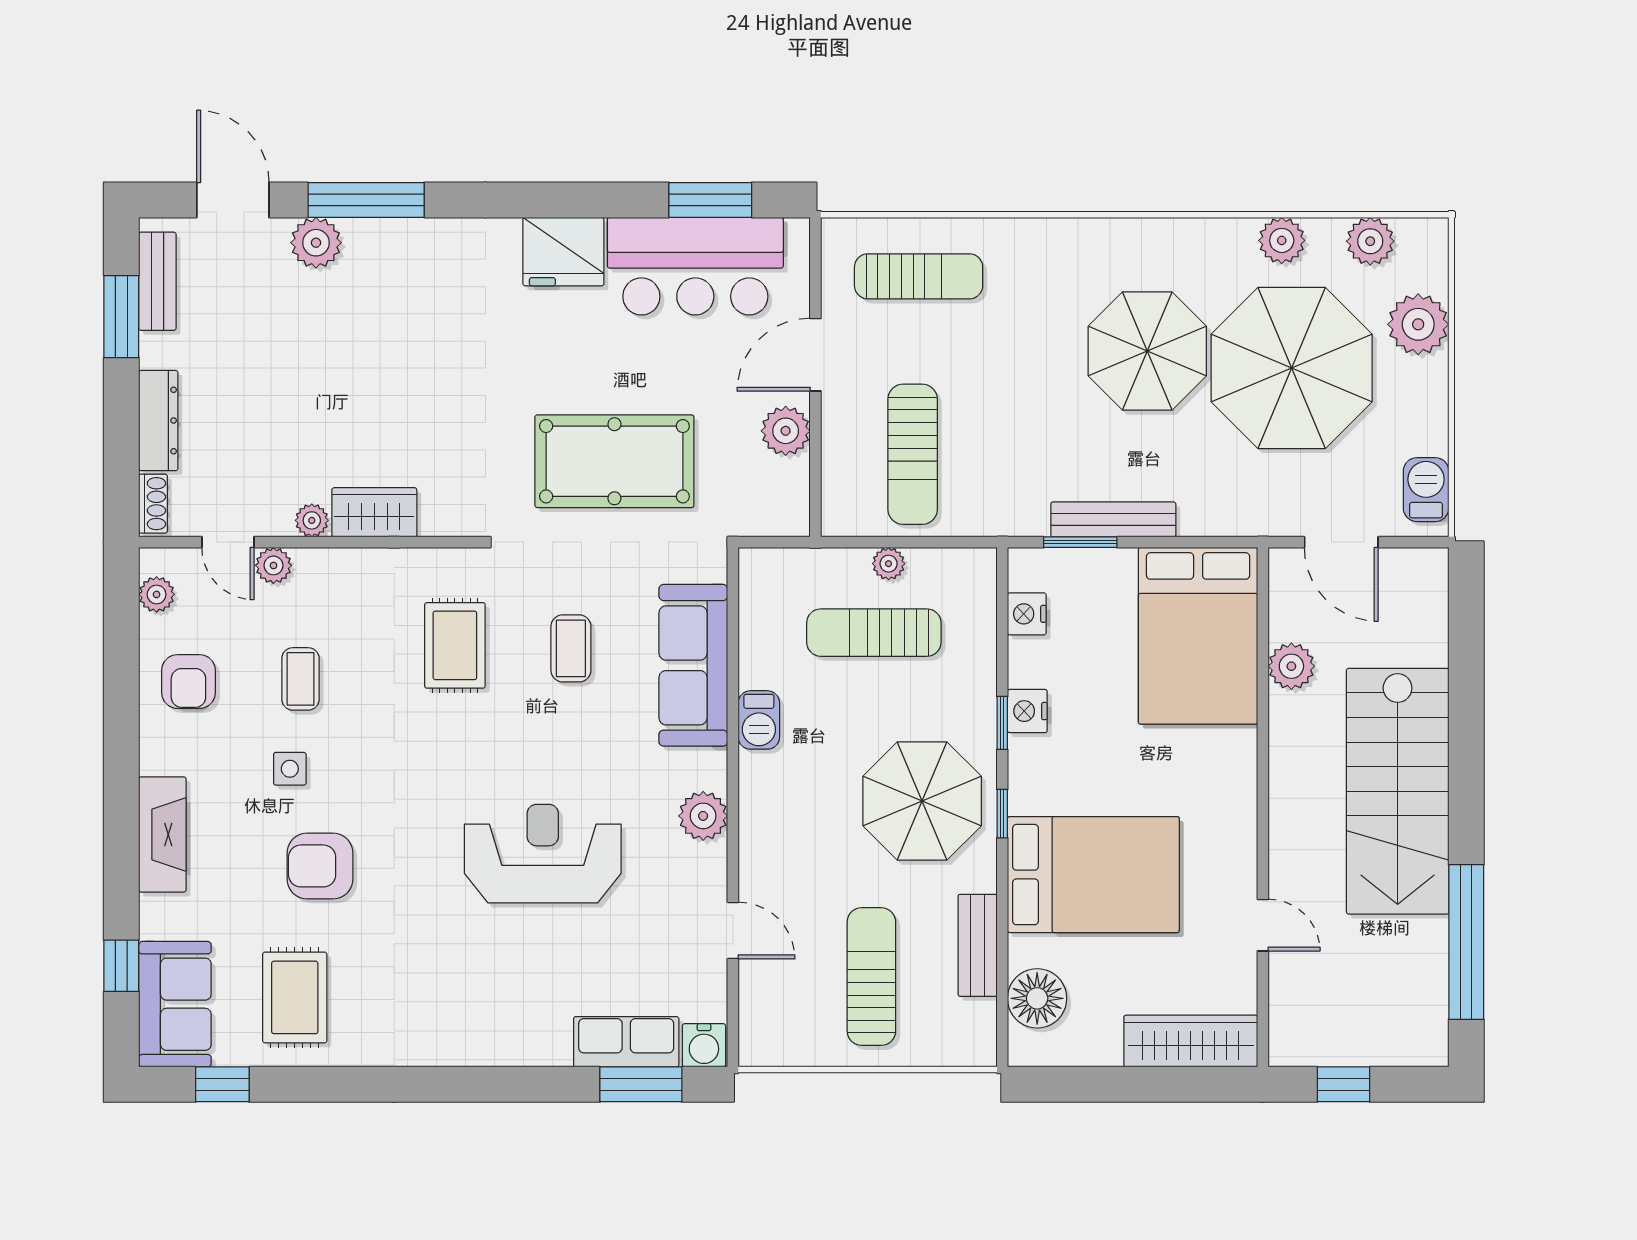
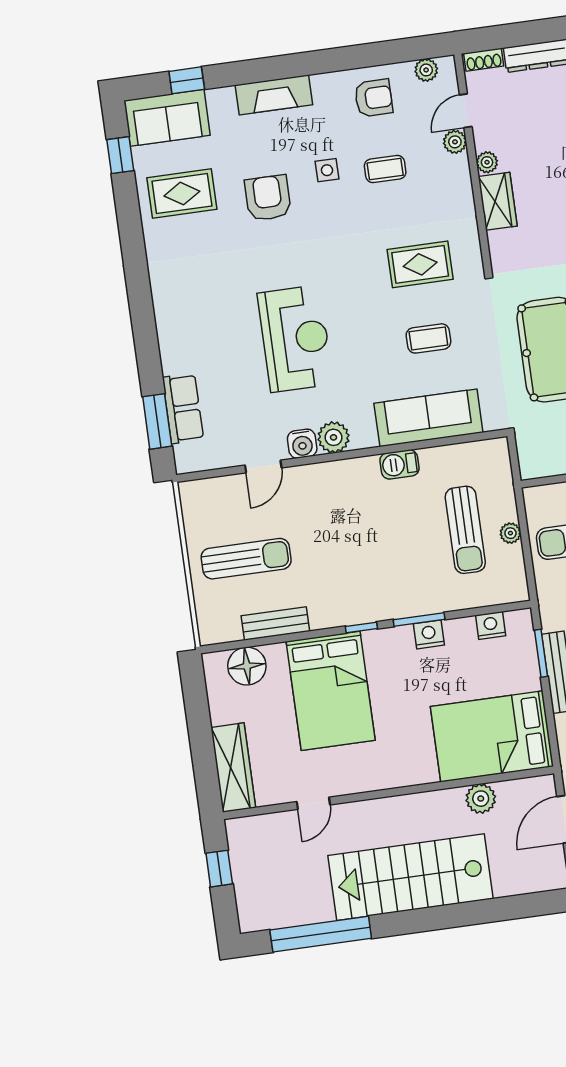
sun lounger: (874, 633) -> (465, 530), turned 180
armchair: (188, 682) -> (374, 98), turned 180
window: (1002, 723) -> (419, 620), width x1.50
parasol: (922, 801) -> (362, 575), removed
water cooler: (704, 1045) -> (302, 444), moved, turned -90

